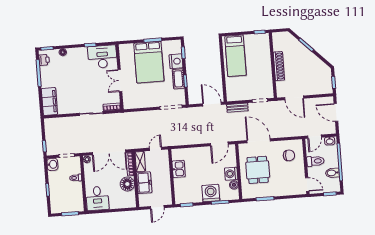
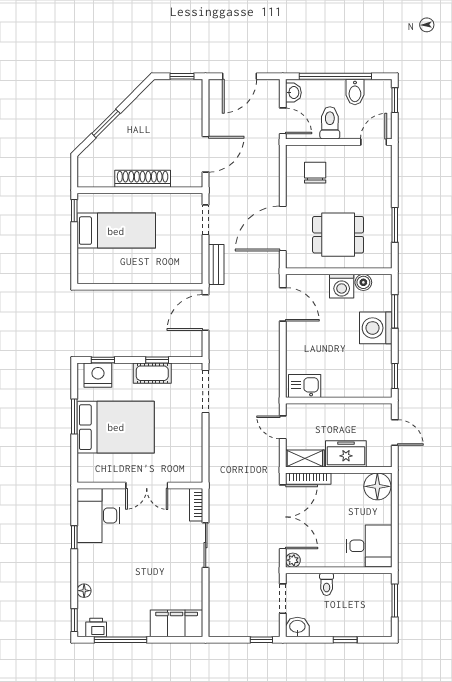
bed: (235, 56) -> (116, 231), moved
nightstand: (176, 61) -> (98, 375), moved
kitchen sink: (179, 169) -> (305, 386), moved
floor lamp: (127, 184) -> (377, 486), moved

